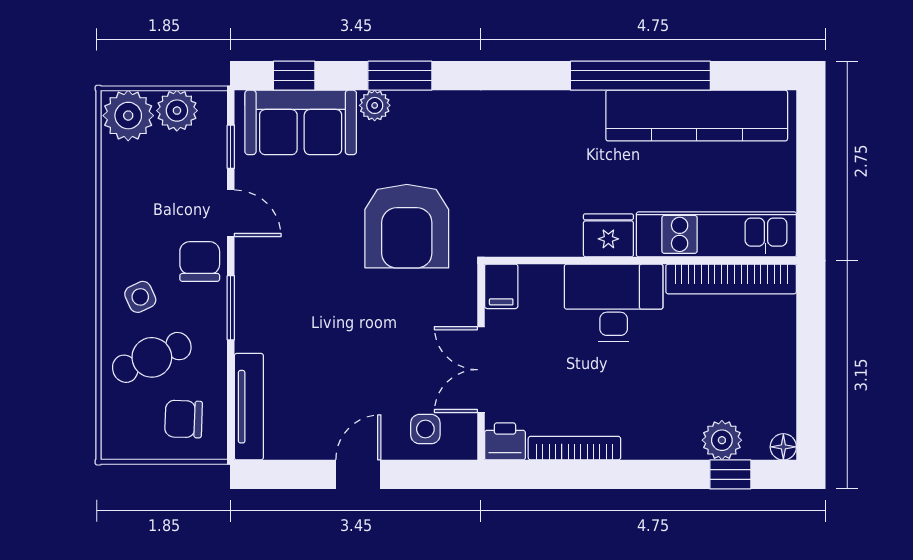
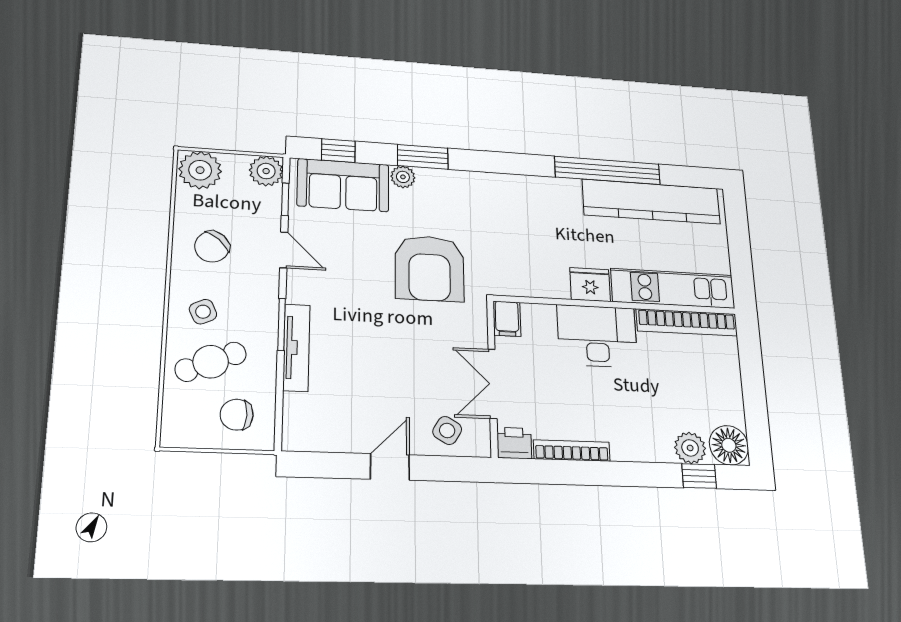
plant: (177, 111) -> (266, 171), moved
chair: (200, 262) -> (212, 247), moved, turned -139
tv unit: (249, 407) -> (296, 348), moved
side table: (425, 429) -> (447, 430), turned 31
floor lamp: (783, 447) -> (729, 445), width x1.89, depth x1.89

